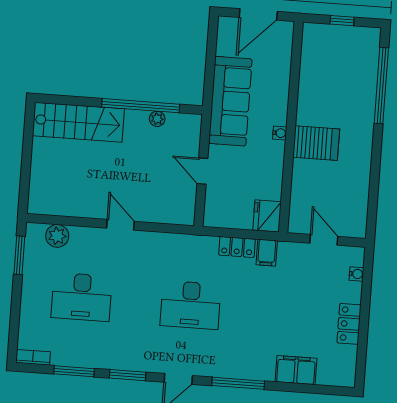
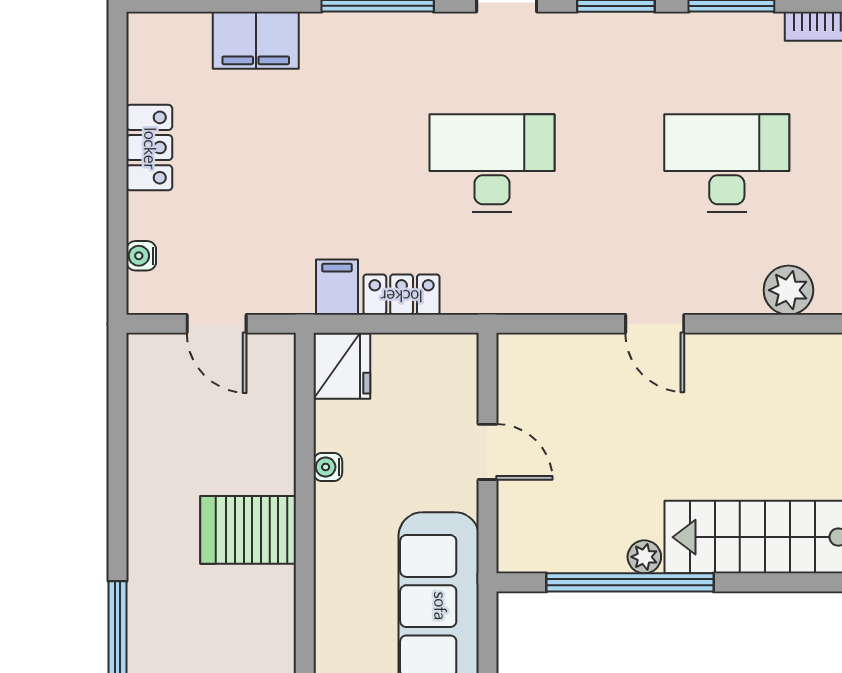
plant: (157, 119) -> (644, 557), moved
water cooler: (280, 133) -> (328, 467), moved

